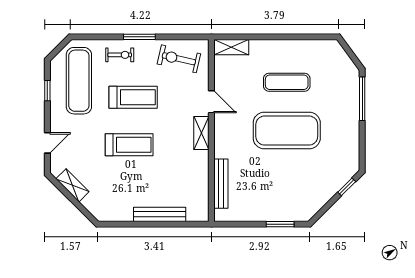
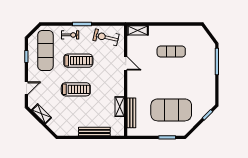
exercise mat: (287, 131) -> (171, 110), moved
shelving: (201, 133) -> (120, 107), moved

